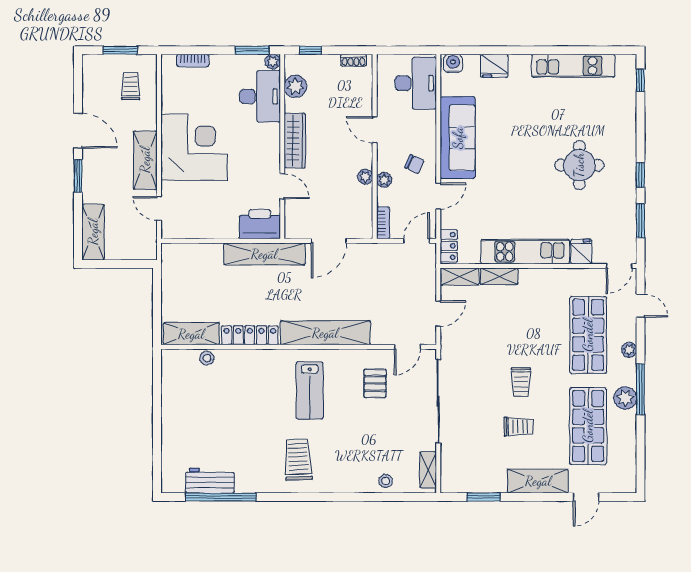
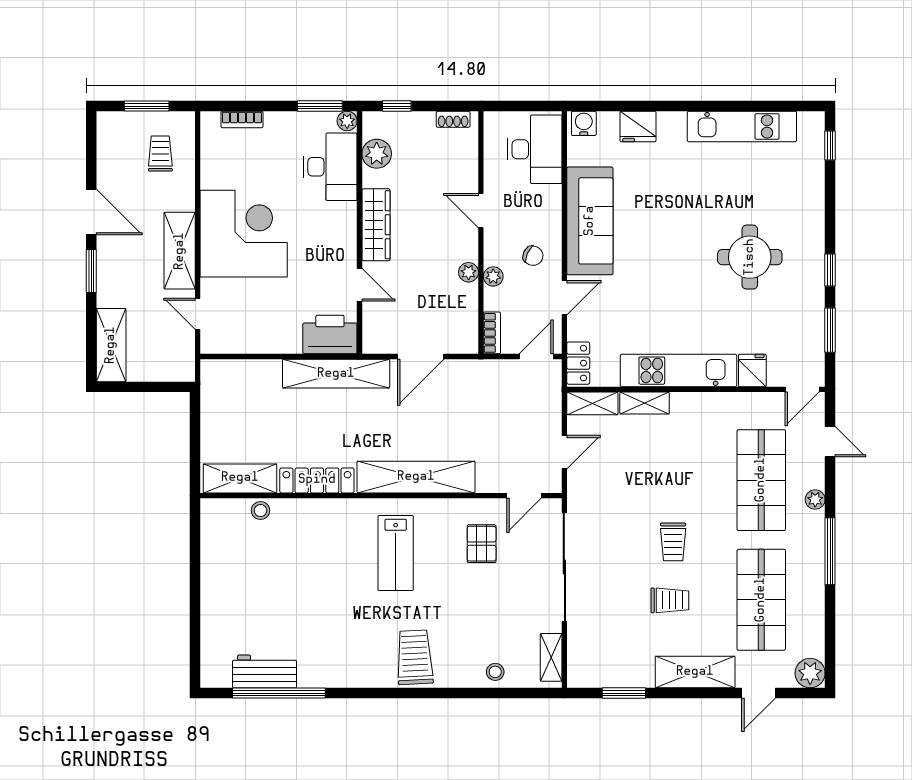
plant: (625, 398) -> (810, 673), moved
trolley: (298, 460) -> (415, 657), moved

